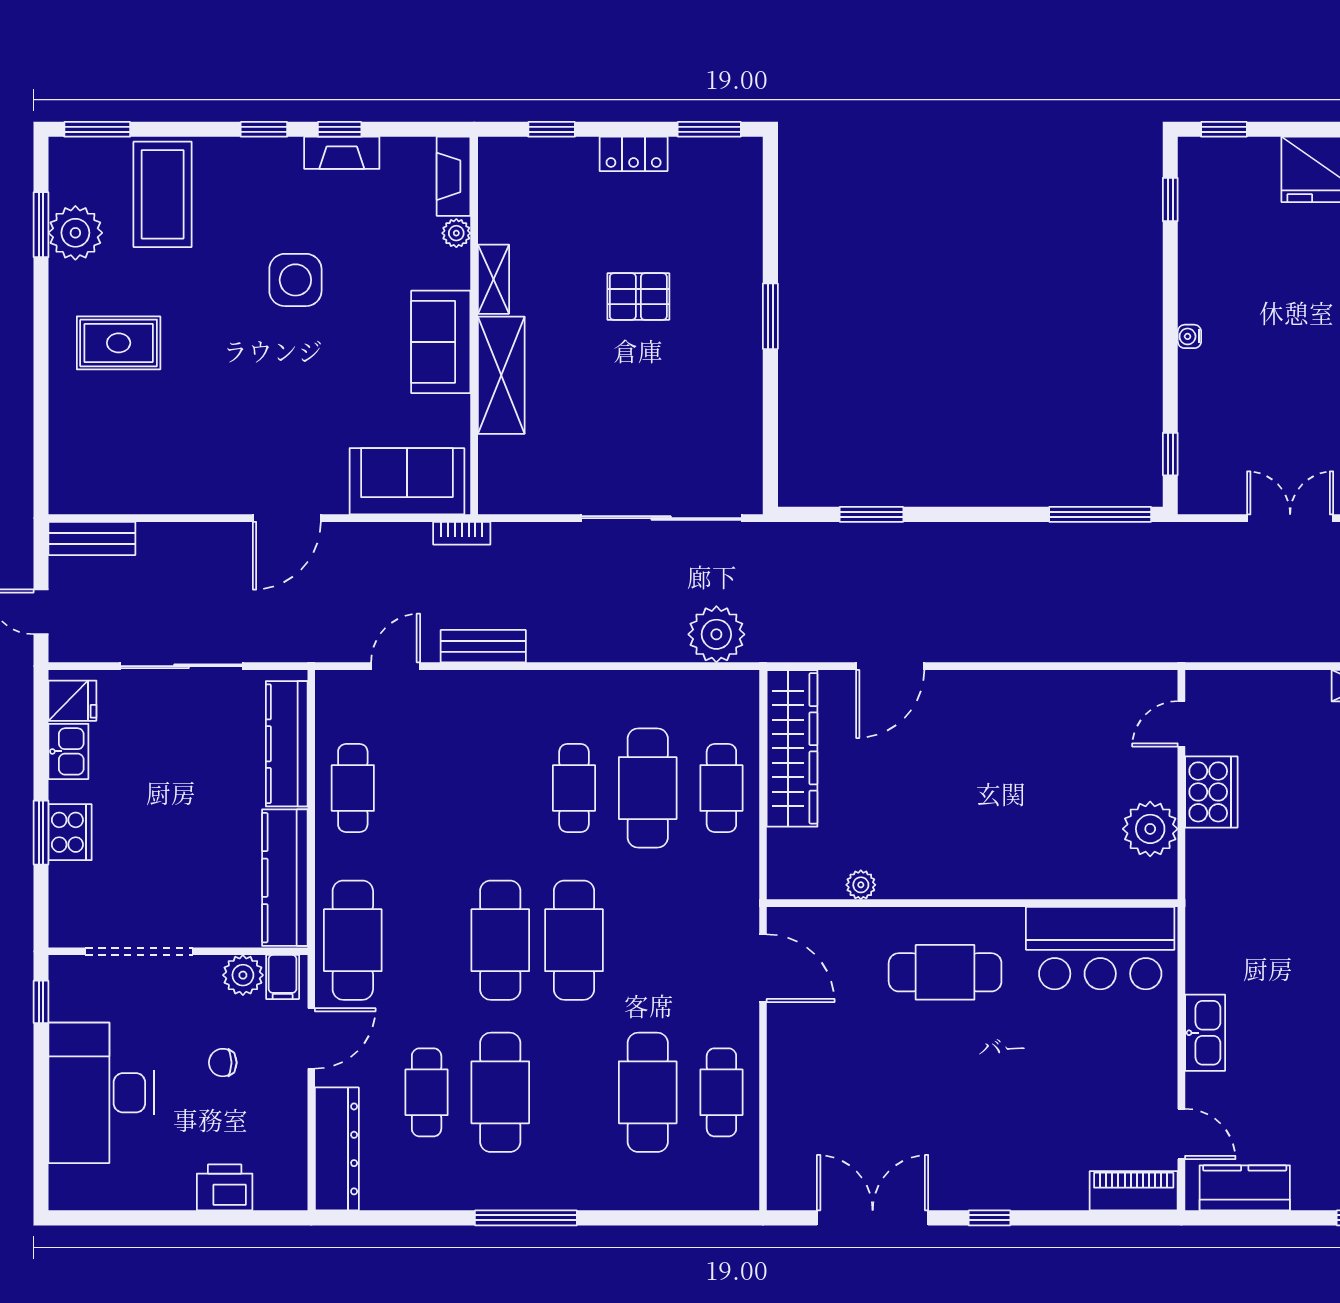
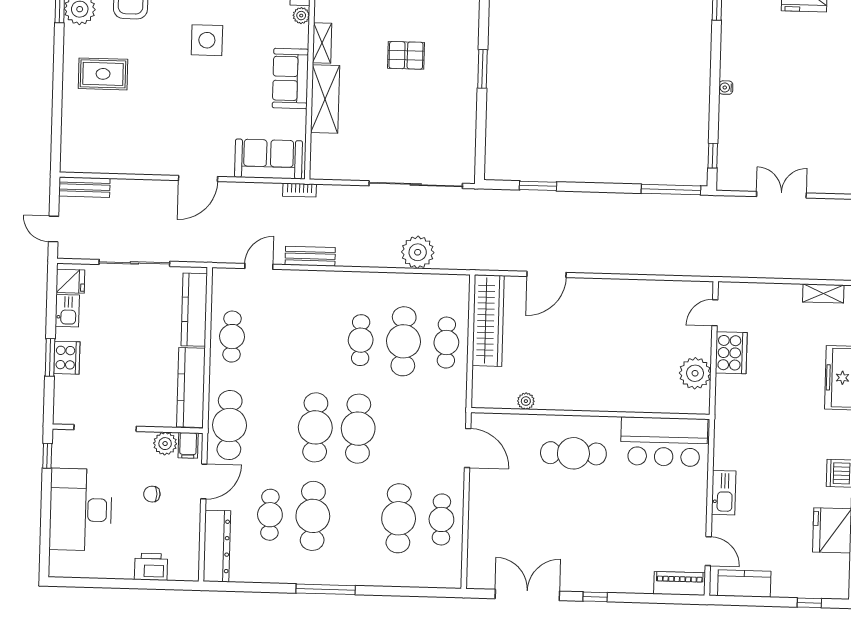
plant: (716, 634) -> (418, 252), moved

